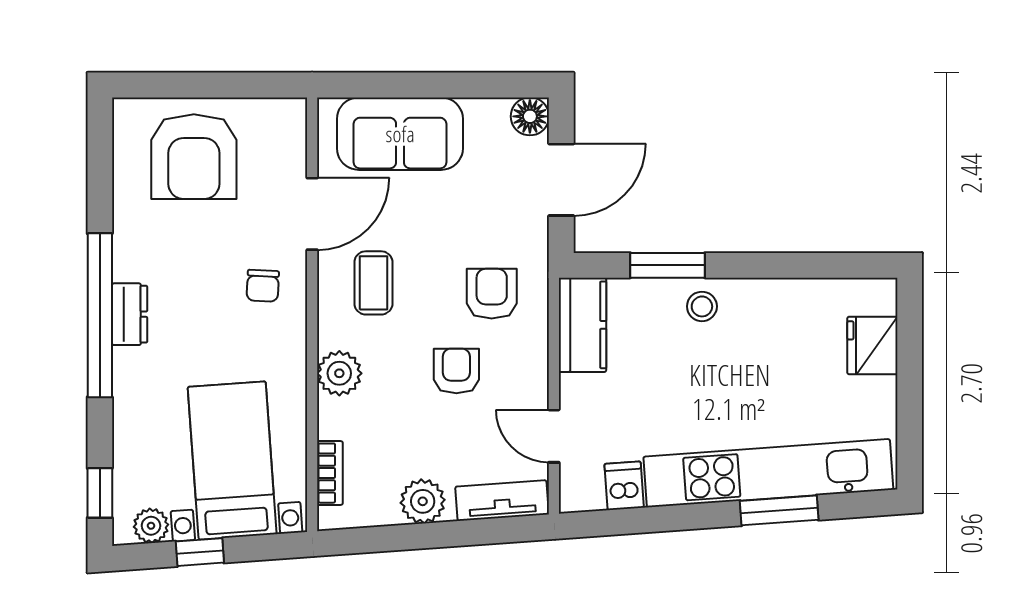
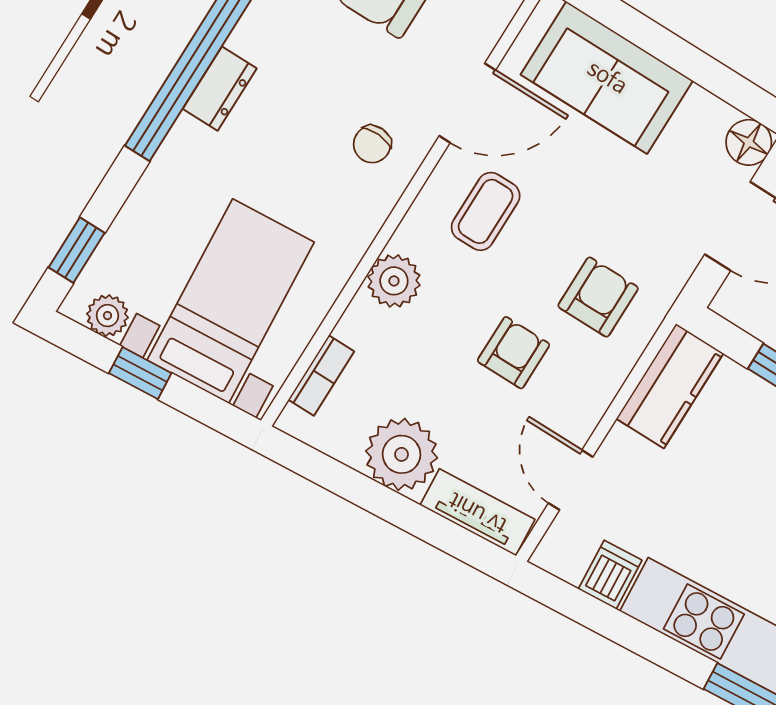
plant: (423, 501) -> (402, 454), width x1.36, depth x1.36

